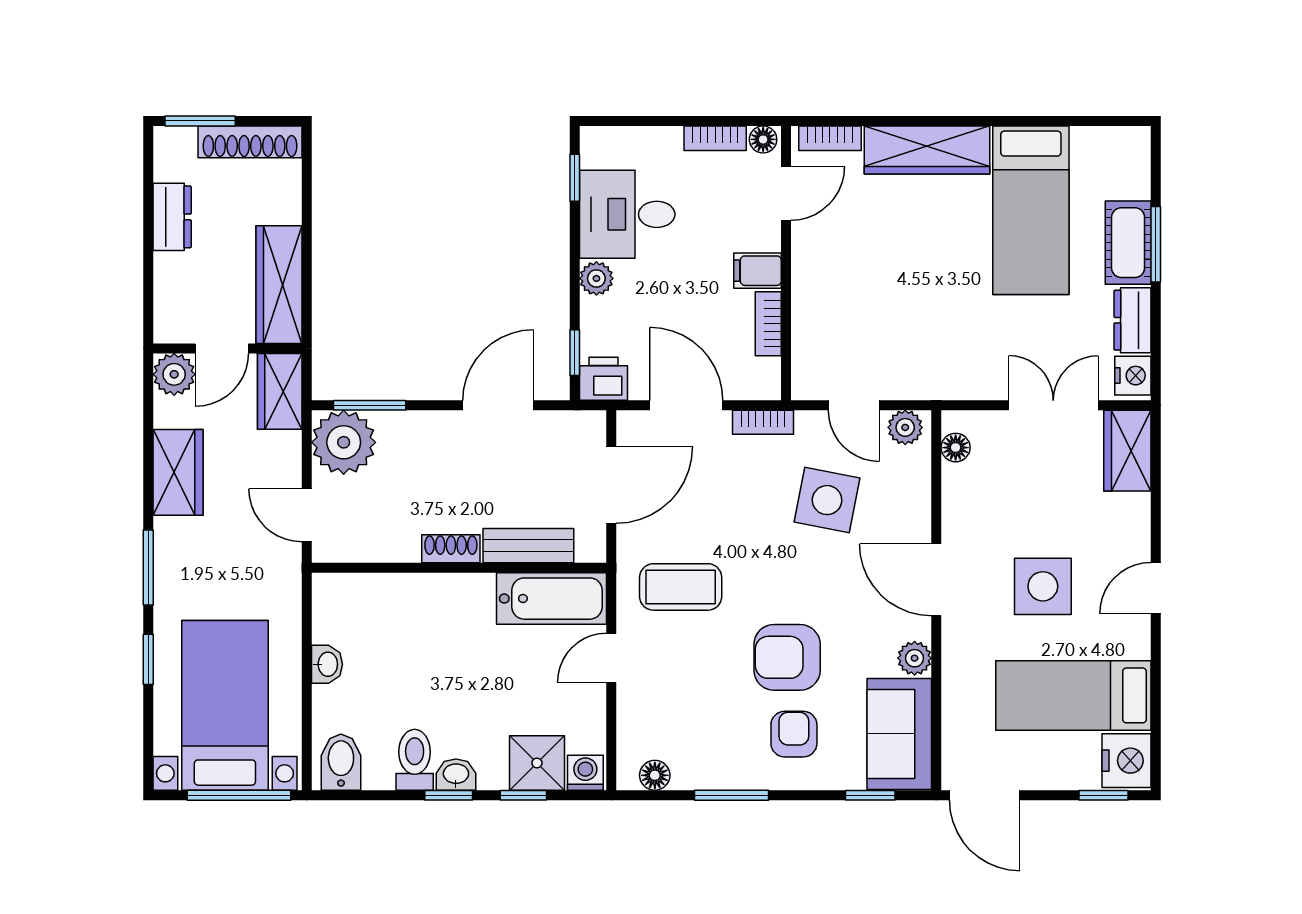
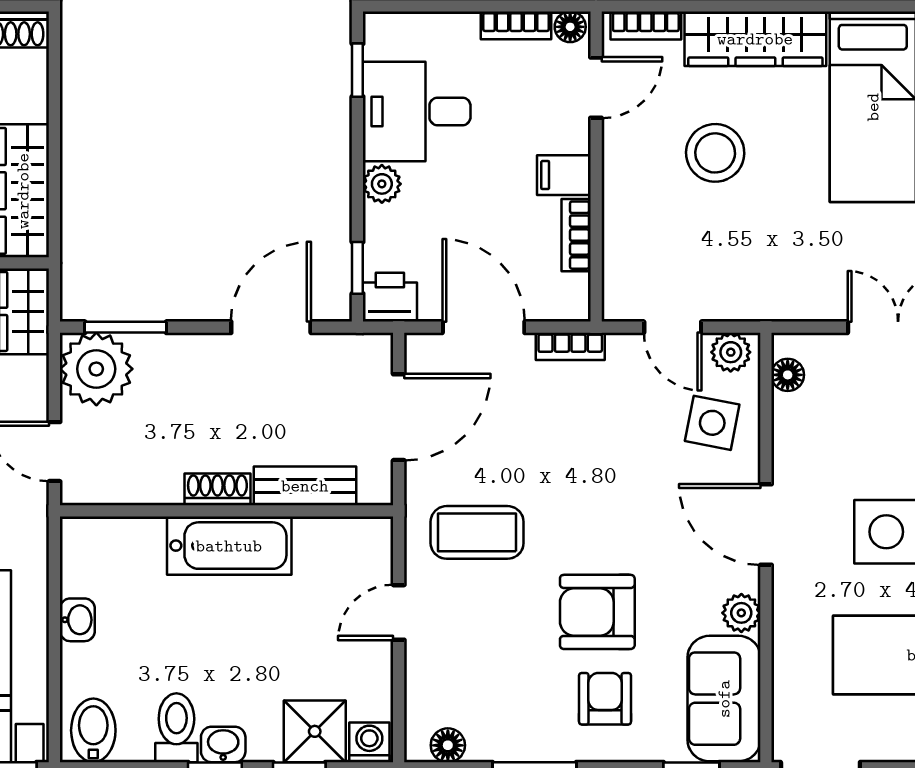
stool: (891, 251) -> (715, 153), added
side table: (827, 500) -> (712, 423), moved, width x0.73, depth x0.73
bathtub: (551, 599) -> (229, 546), moved

